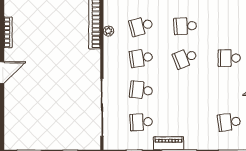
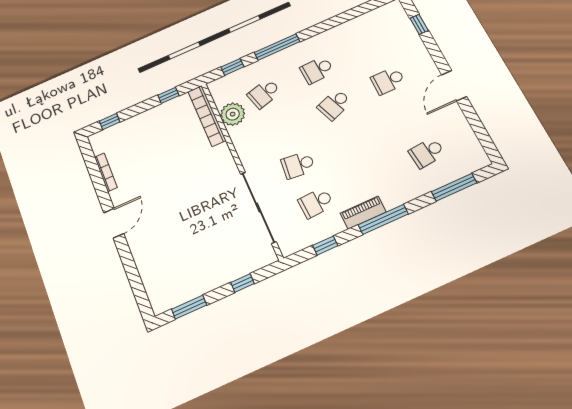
plant: (109, 31) -> (233, 114), width x1.87, depth x1.87
school desk: (141, 58) -> (281, 129), removed

